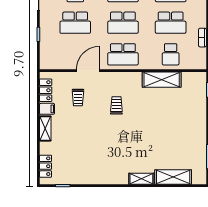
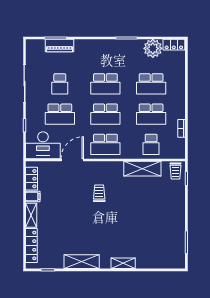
desk: (58, 55) -> (43, 145), added
trolley: (78, 98) -> (176, 171), moved
locker: (46, 166) -> (31, 245), width x1.53
shelving: (173, 177) -> (82, 262), moved

